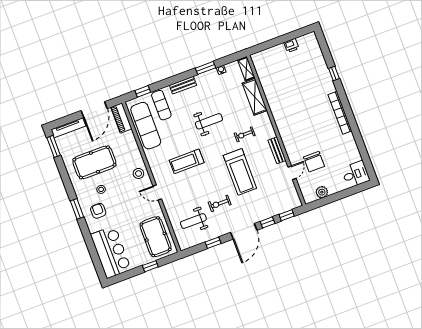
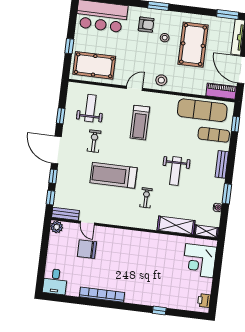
printer: (291, 45) -> (204, 301), moved
corner desk: (274, 62) -> (199, 261), added
bookcase: (340, 113) -> (102, 295), moved
bench: (277, 150) -> (65, 214), moved
treadmill: (187, 161) -> (140, 123), moved, turned 180
plant: (322, 192) -> (57, 227), moved

